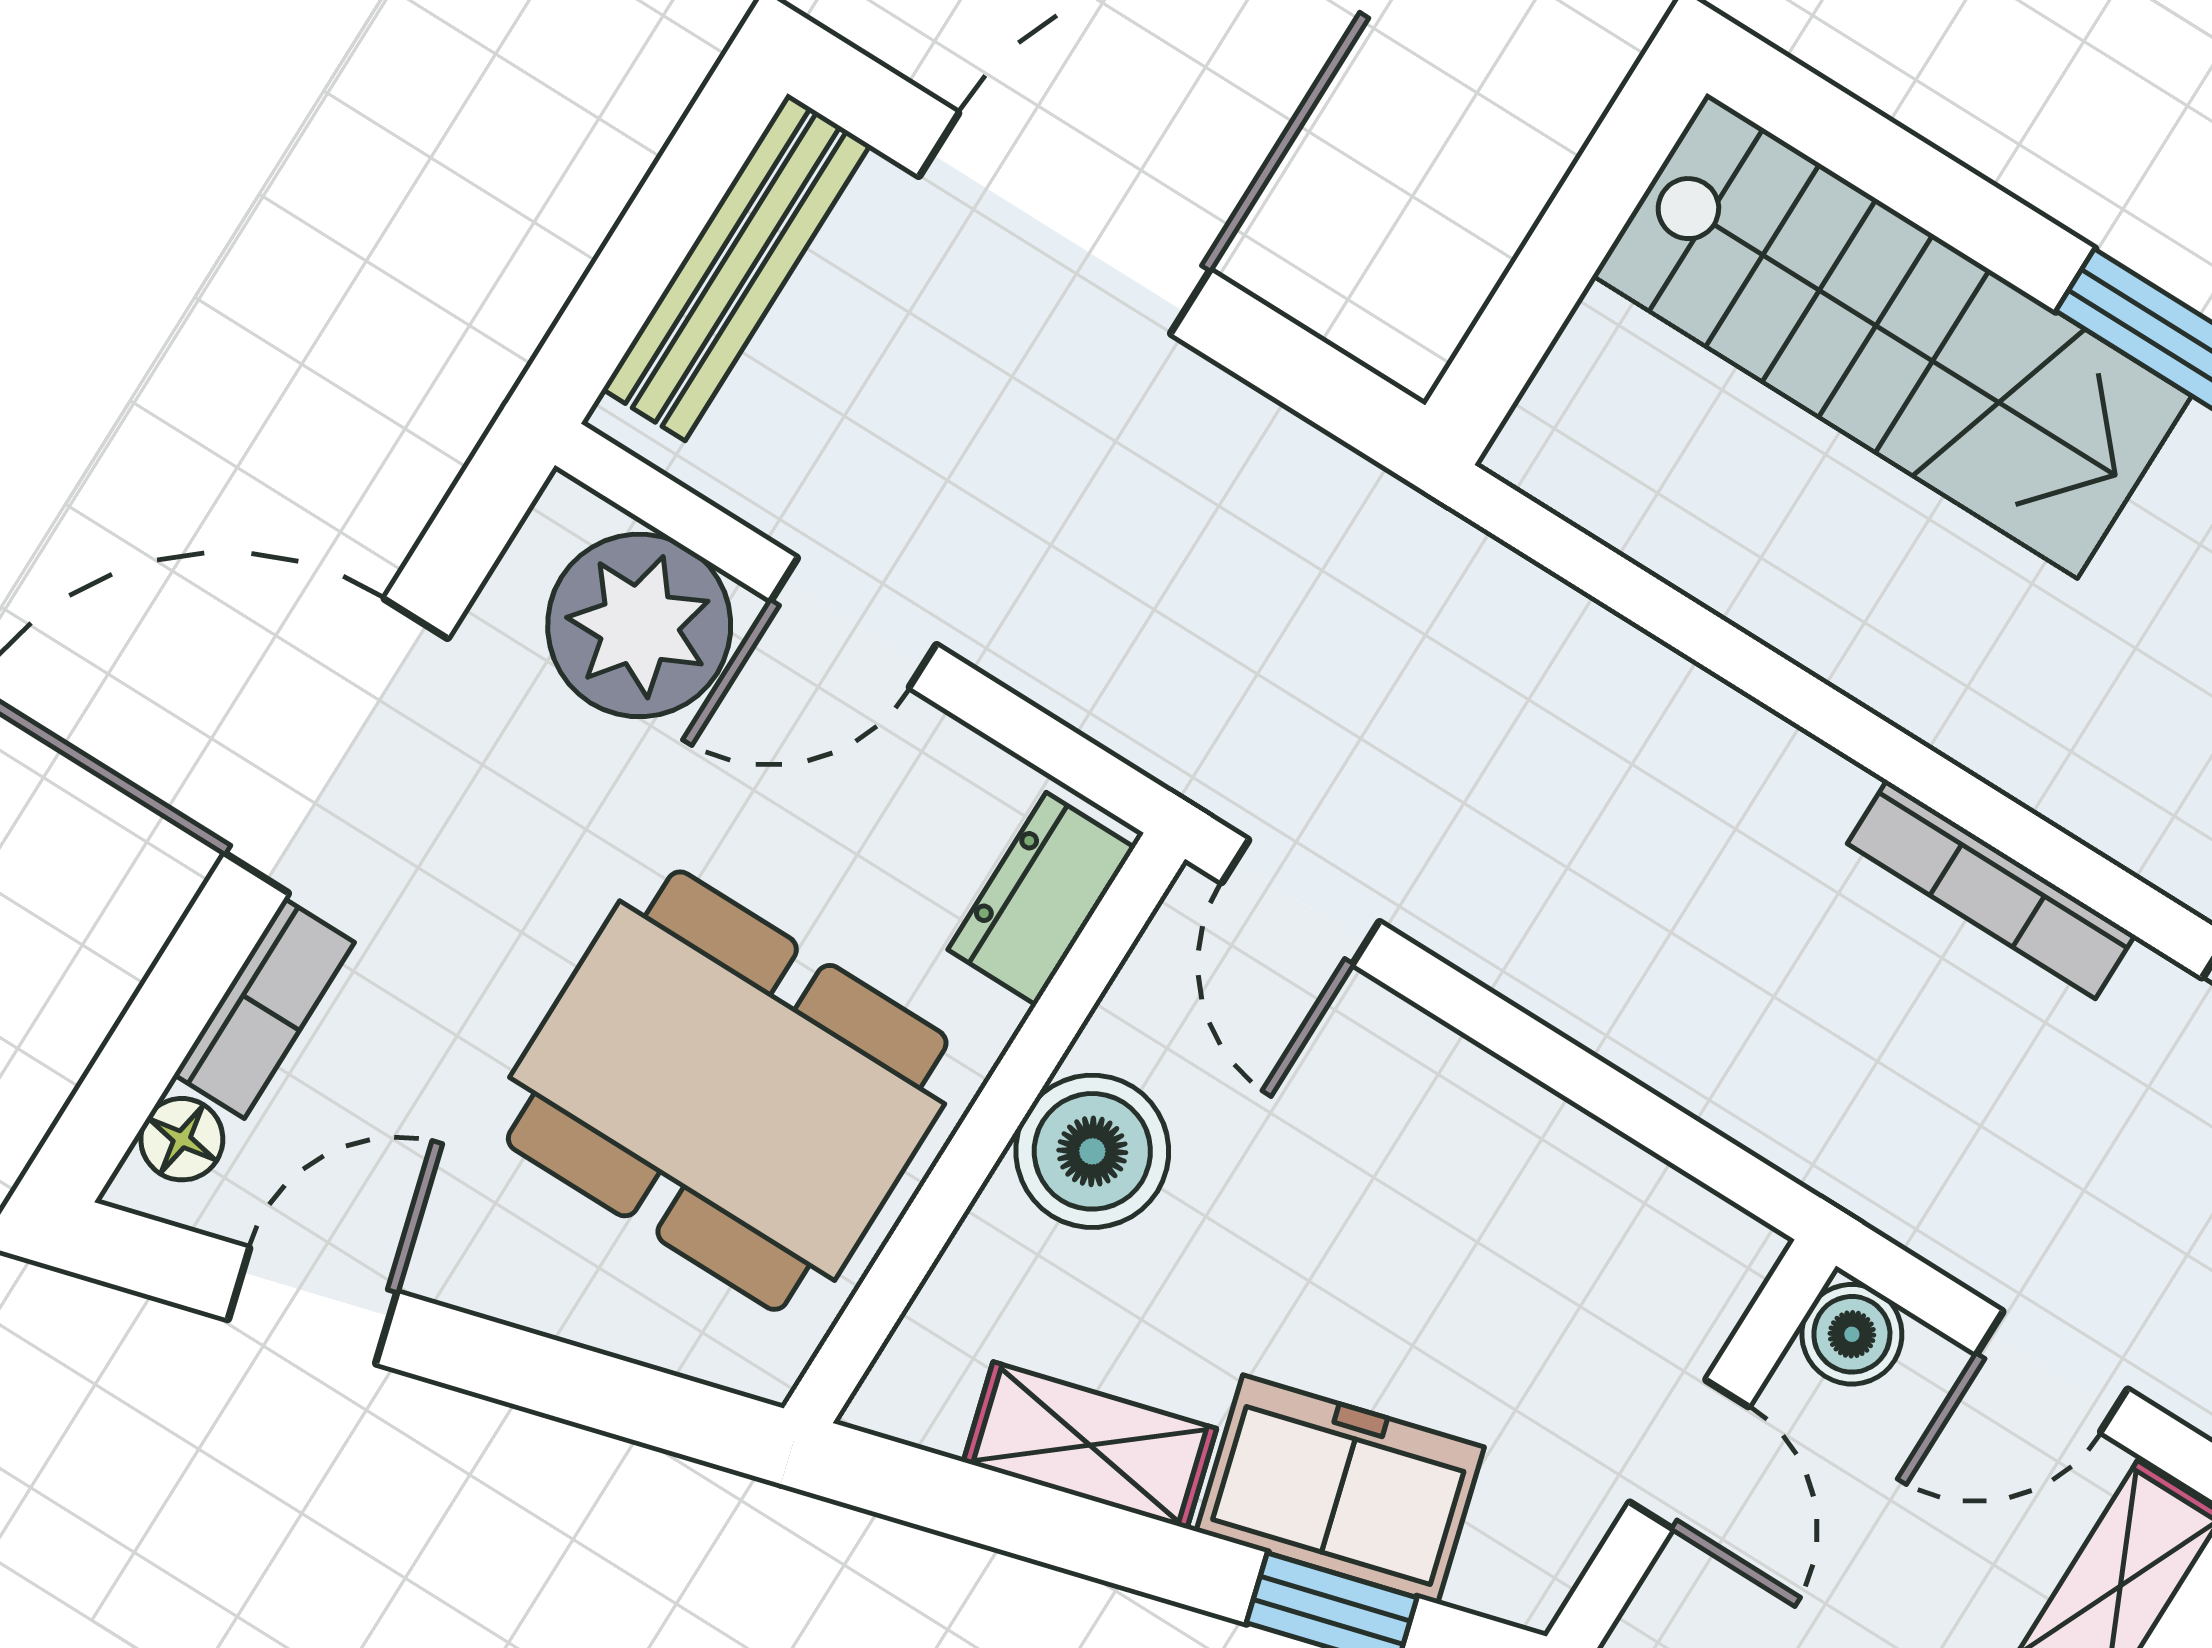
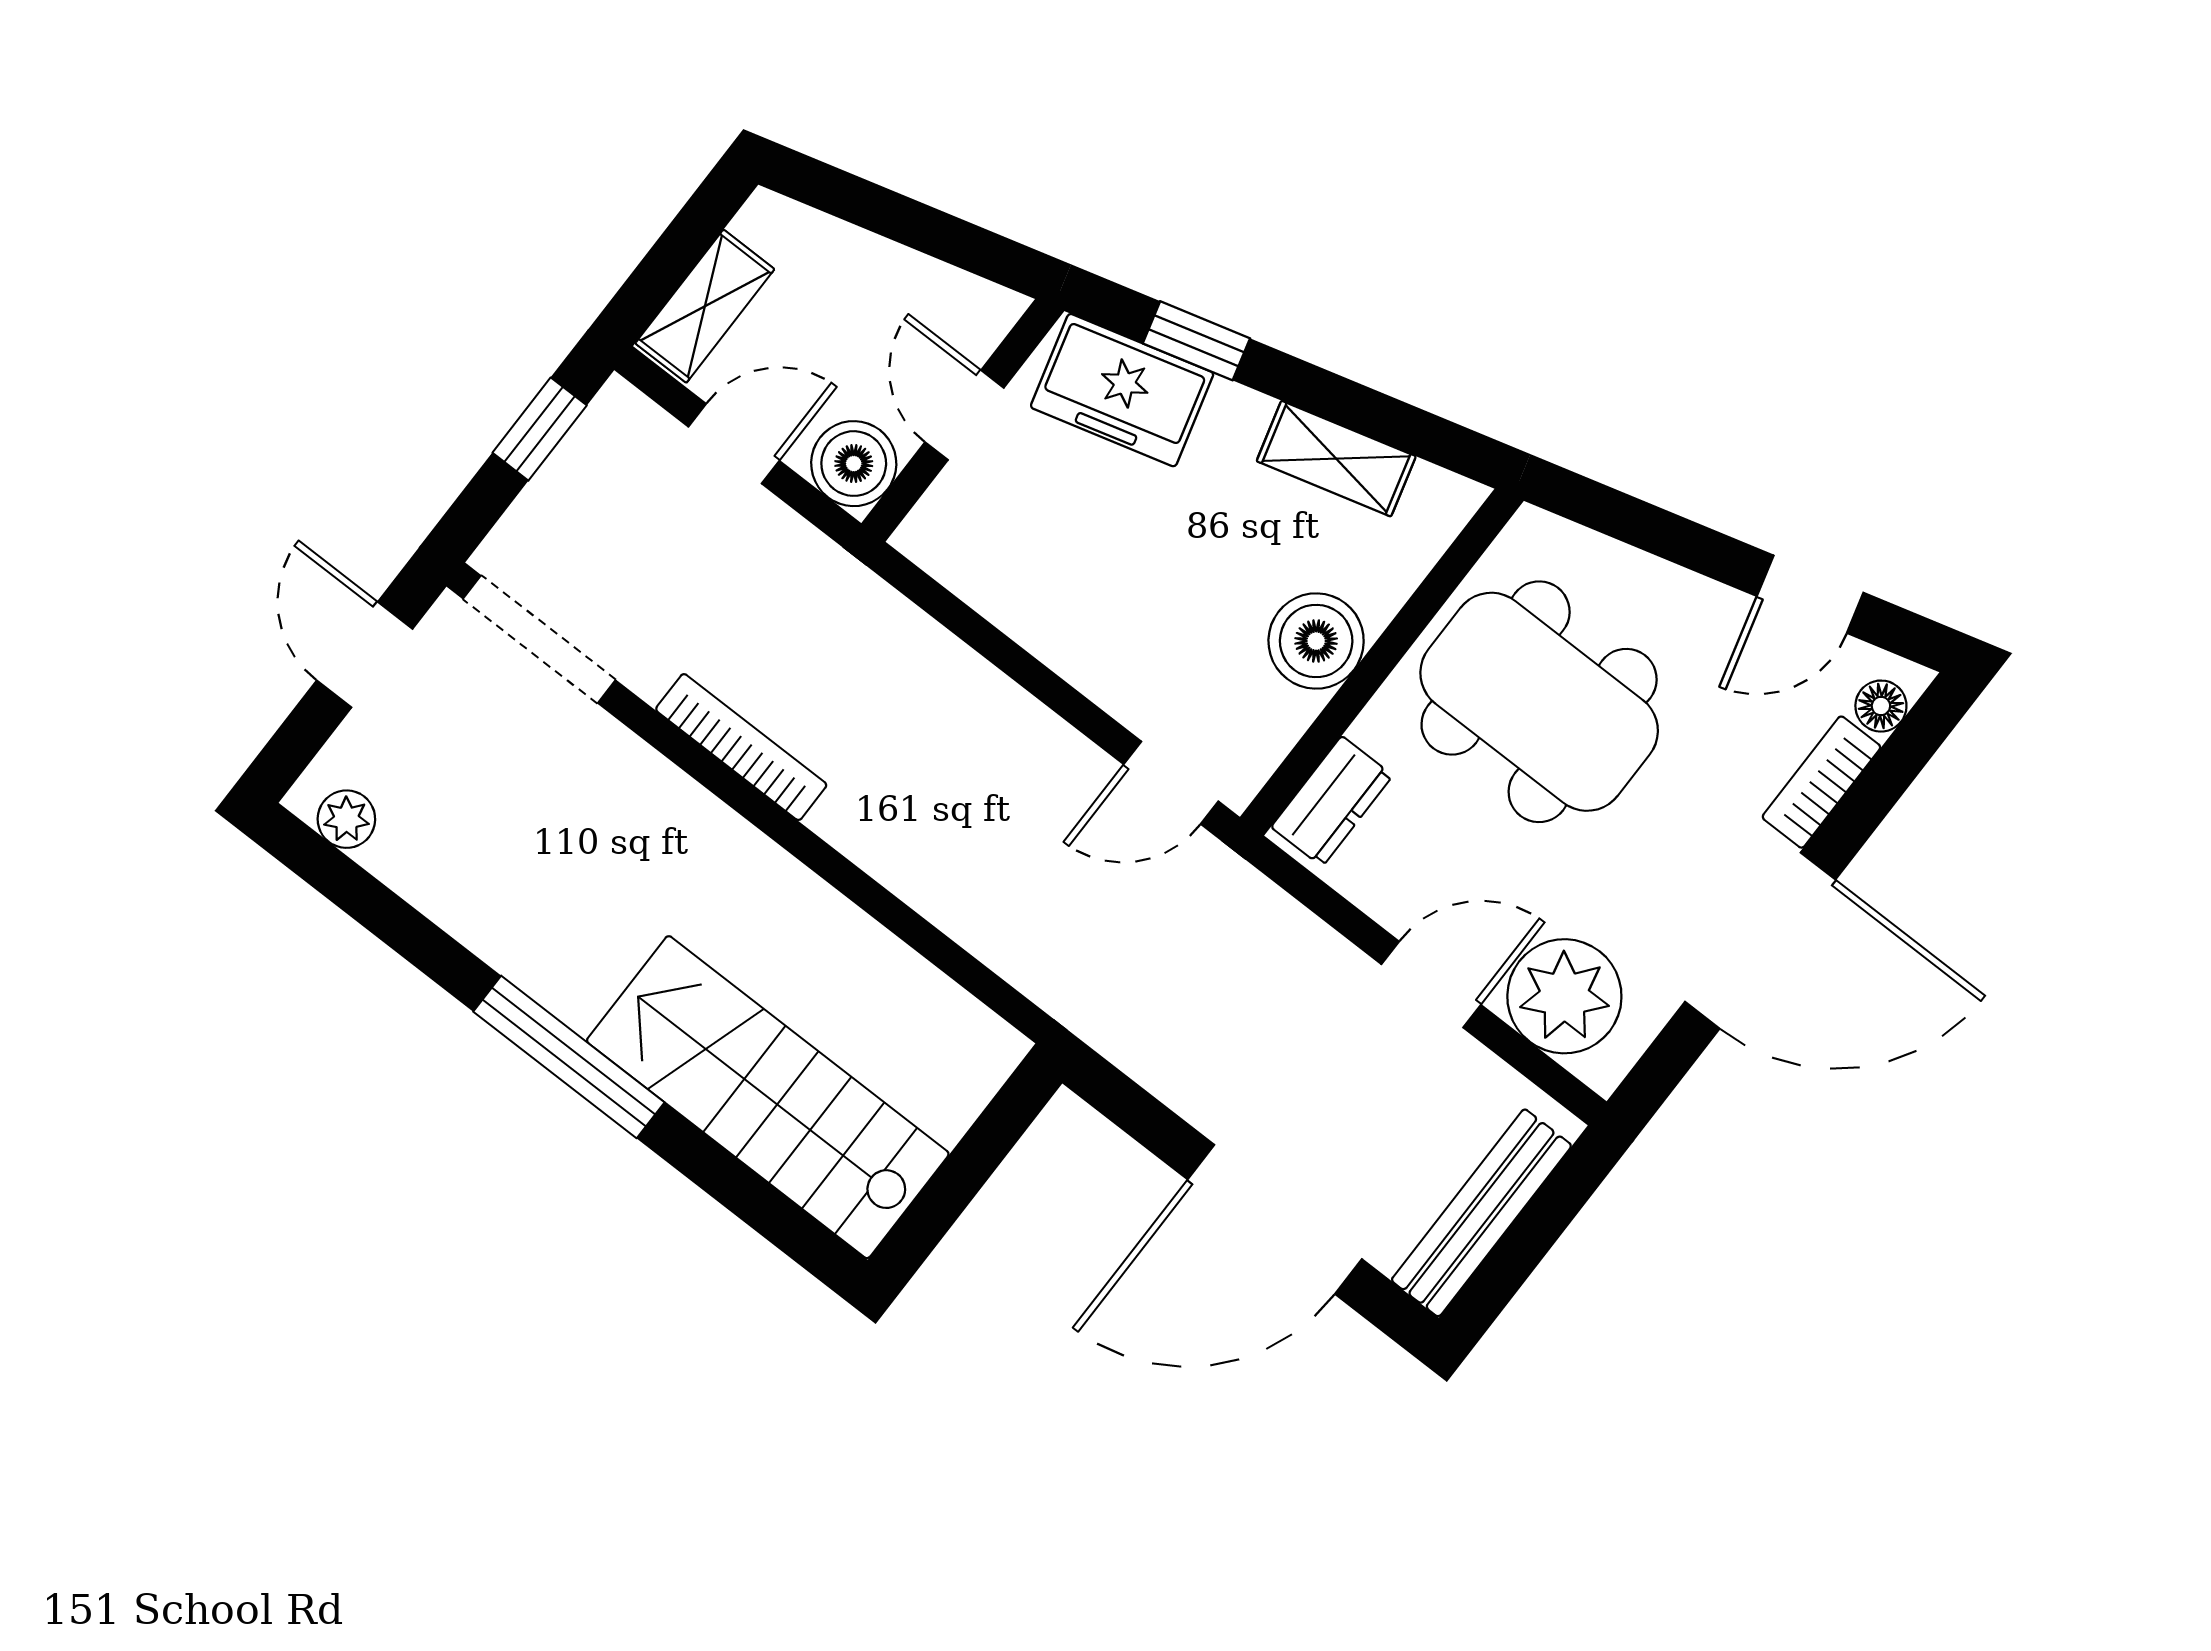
door: (1301, 902) -> (1171, 783), swing flipped
boiler: (1852, 1334) -> (854, 464), width x1.36, depth x1.36
freezer: (1340, 1489) -> (1122, 390), moved

